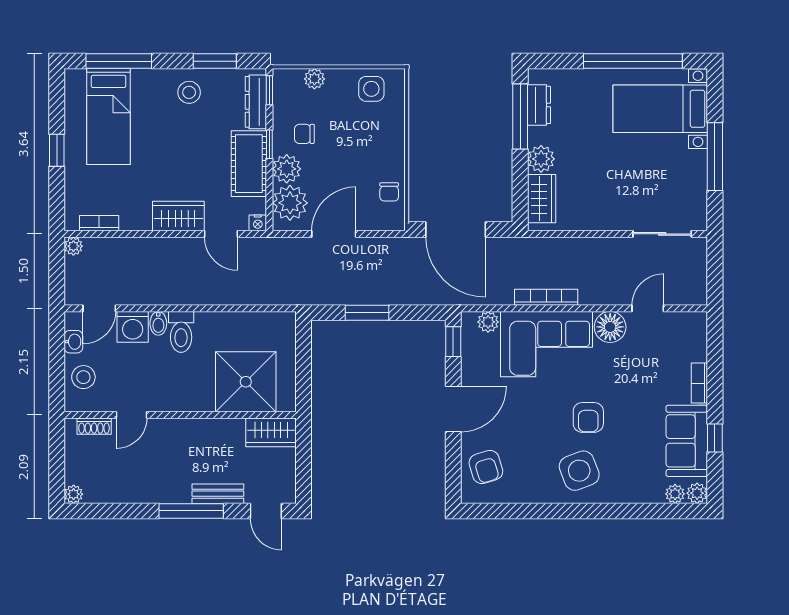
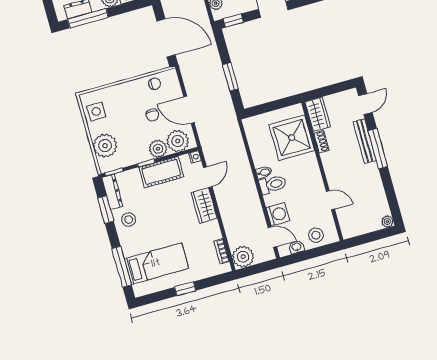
plant: (314, 79) -> (105, 146), width x1.87, depth x1.87
dresser: (256, 102) -> (112, 192), moved, turned -90
chair: (304, 134) -> (152, 115), moved
door: (456, 230) -> (166, 38), hinge flipped
plant: (73, 246) -> (243, 257), width x1.88, depth x1.88
bidet: (158, 323) -> (264, 172), moved
shoe rack: (94, 426) -> (321, 142), moved
bench: (218, 494) -> (365, 141), width x1.36

